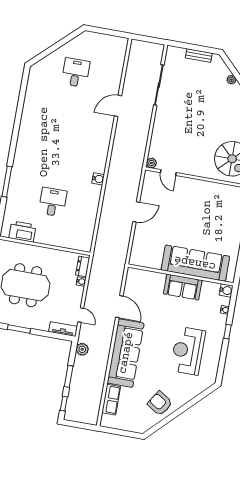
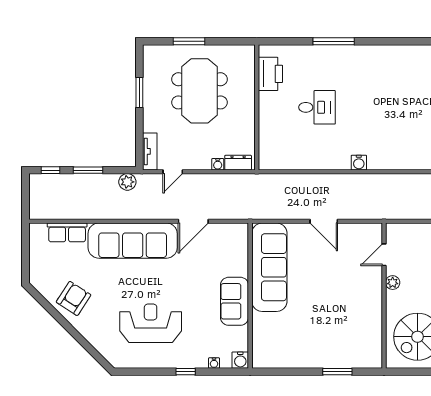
plant: (151, 163) -> (393, 283), moved
sofa: (195, 263) -> (269, 267), moved

